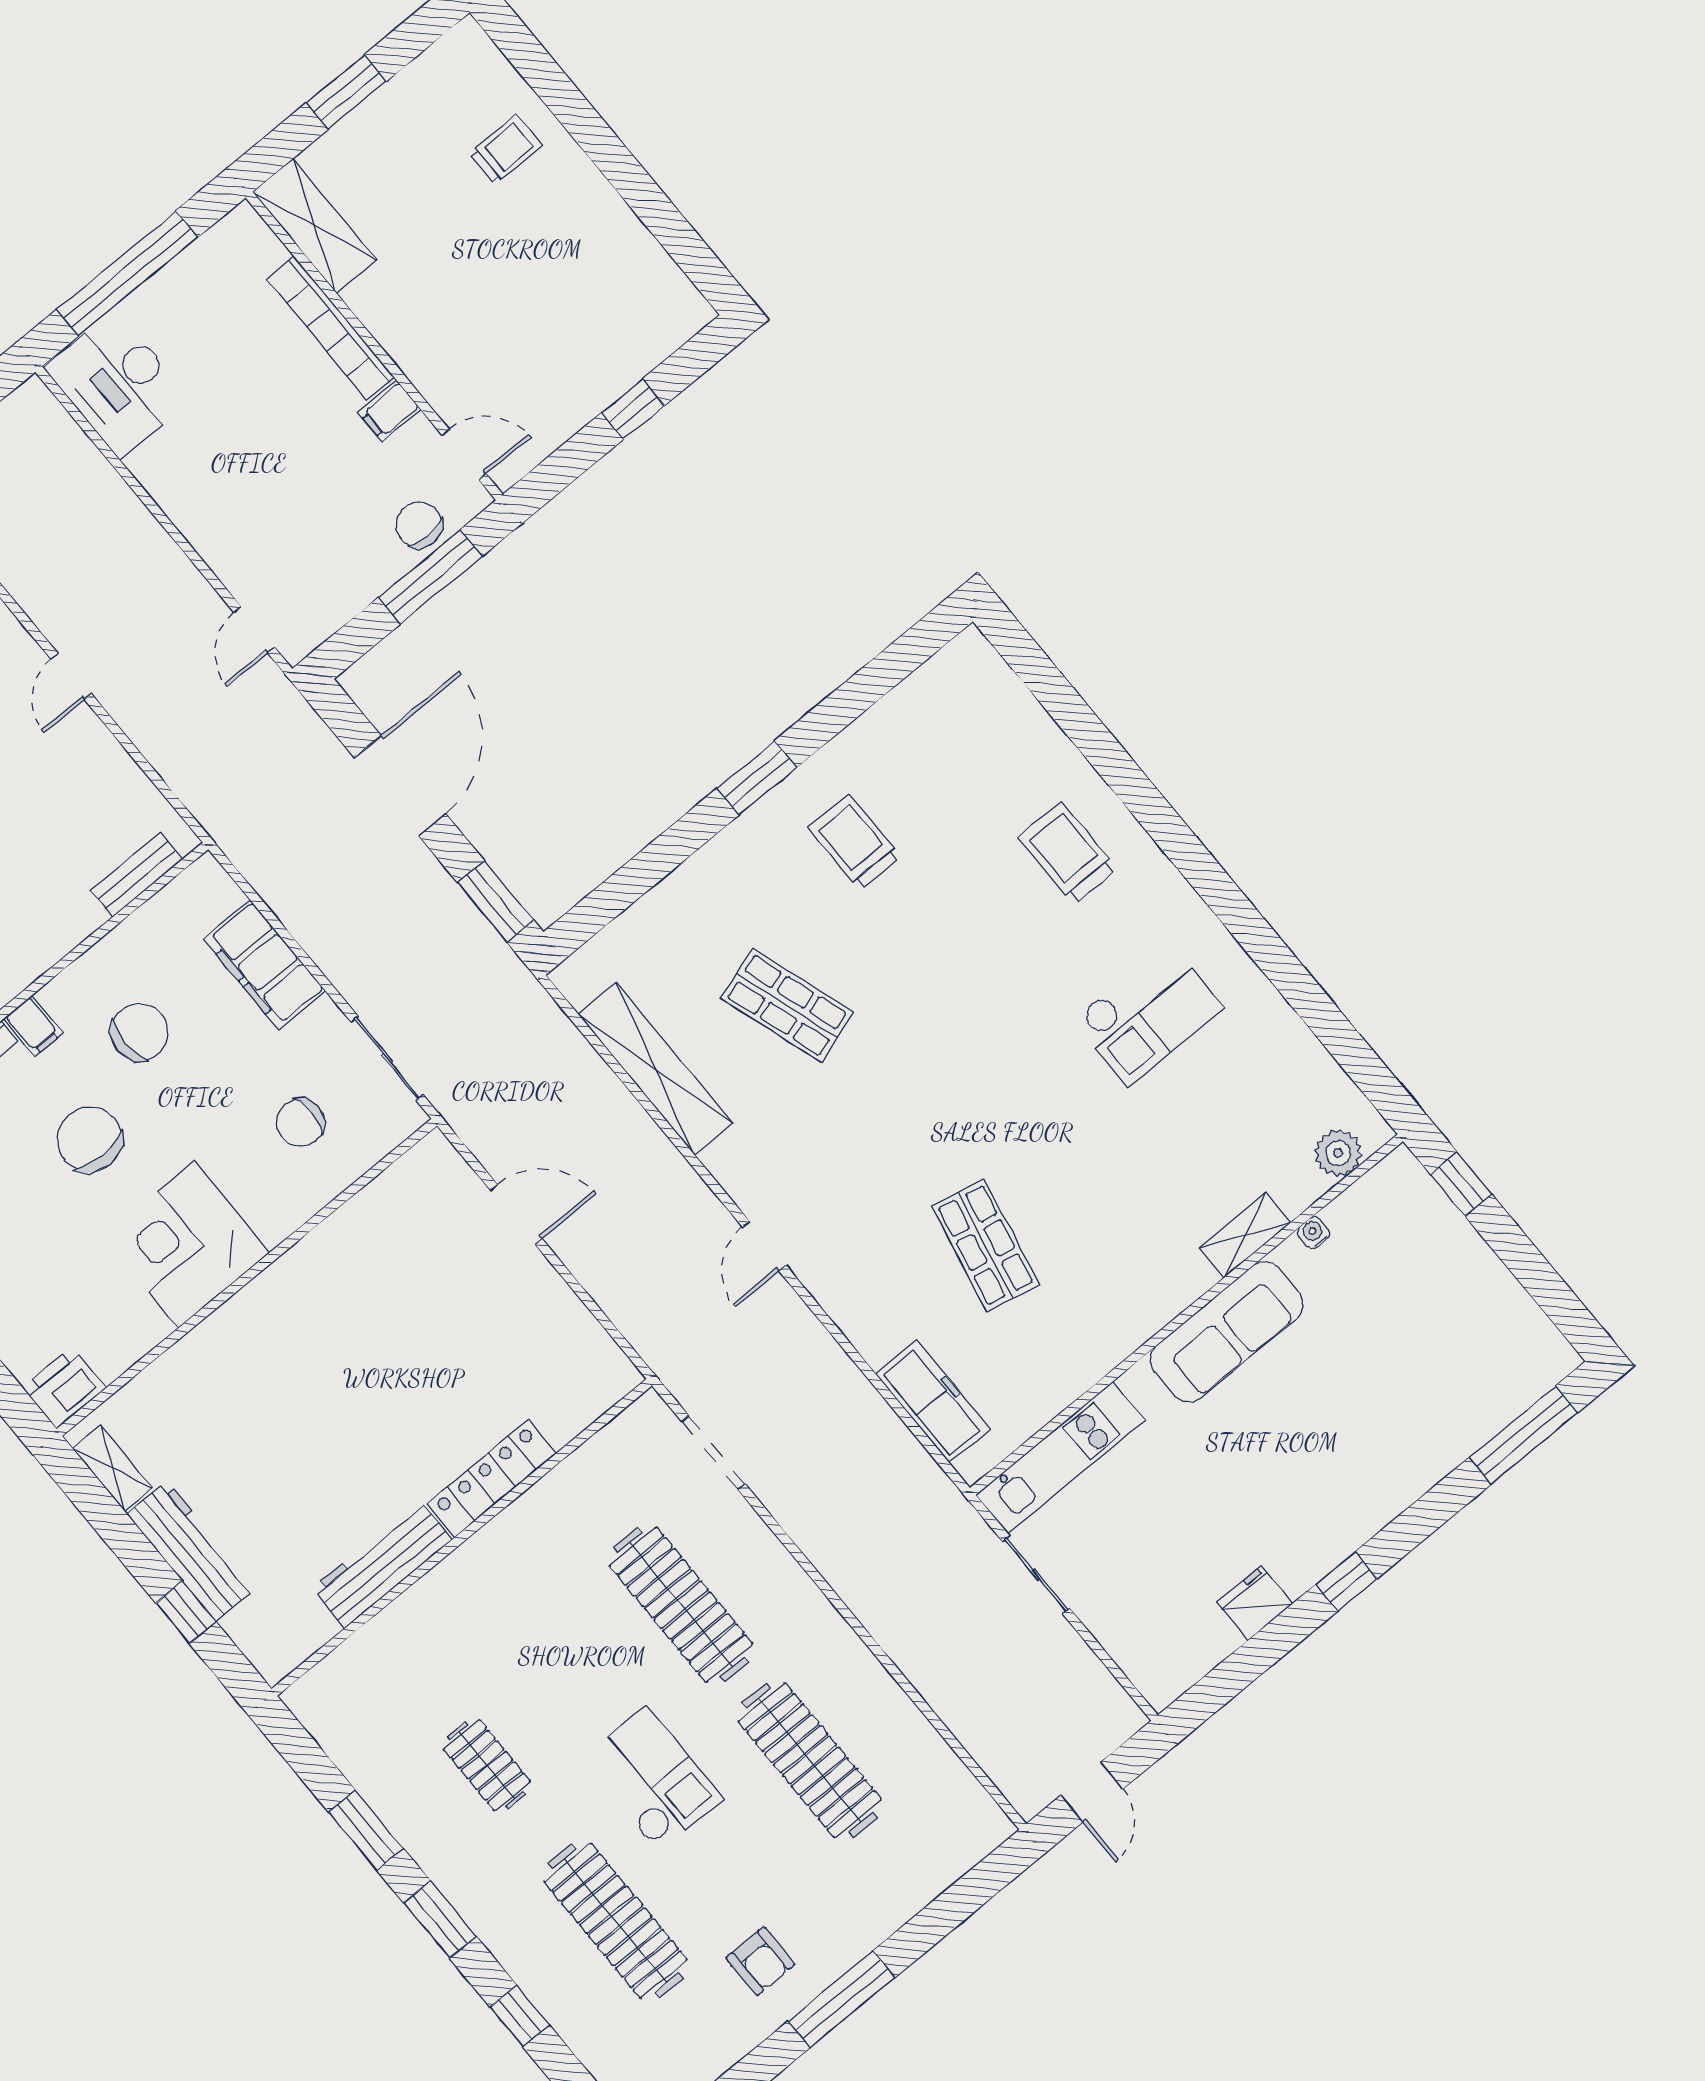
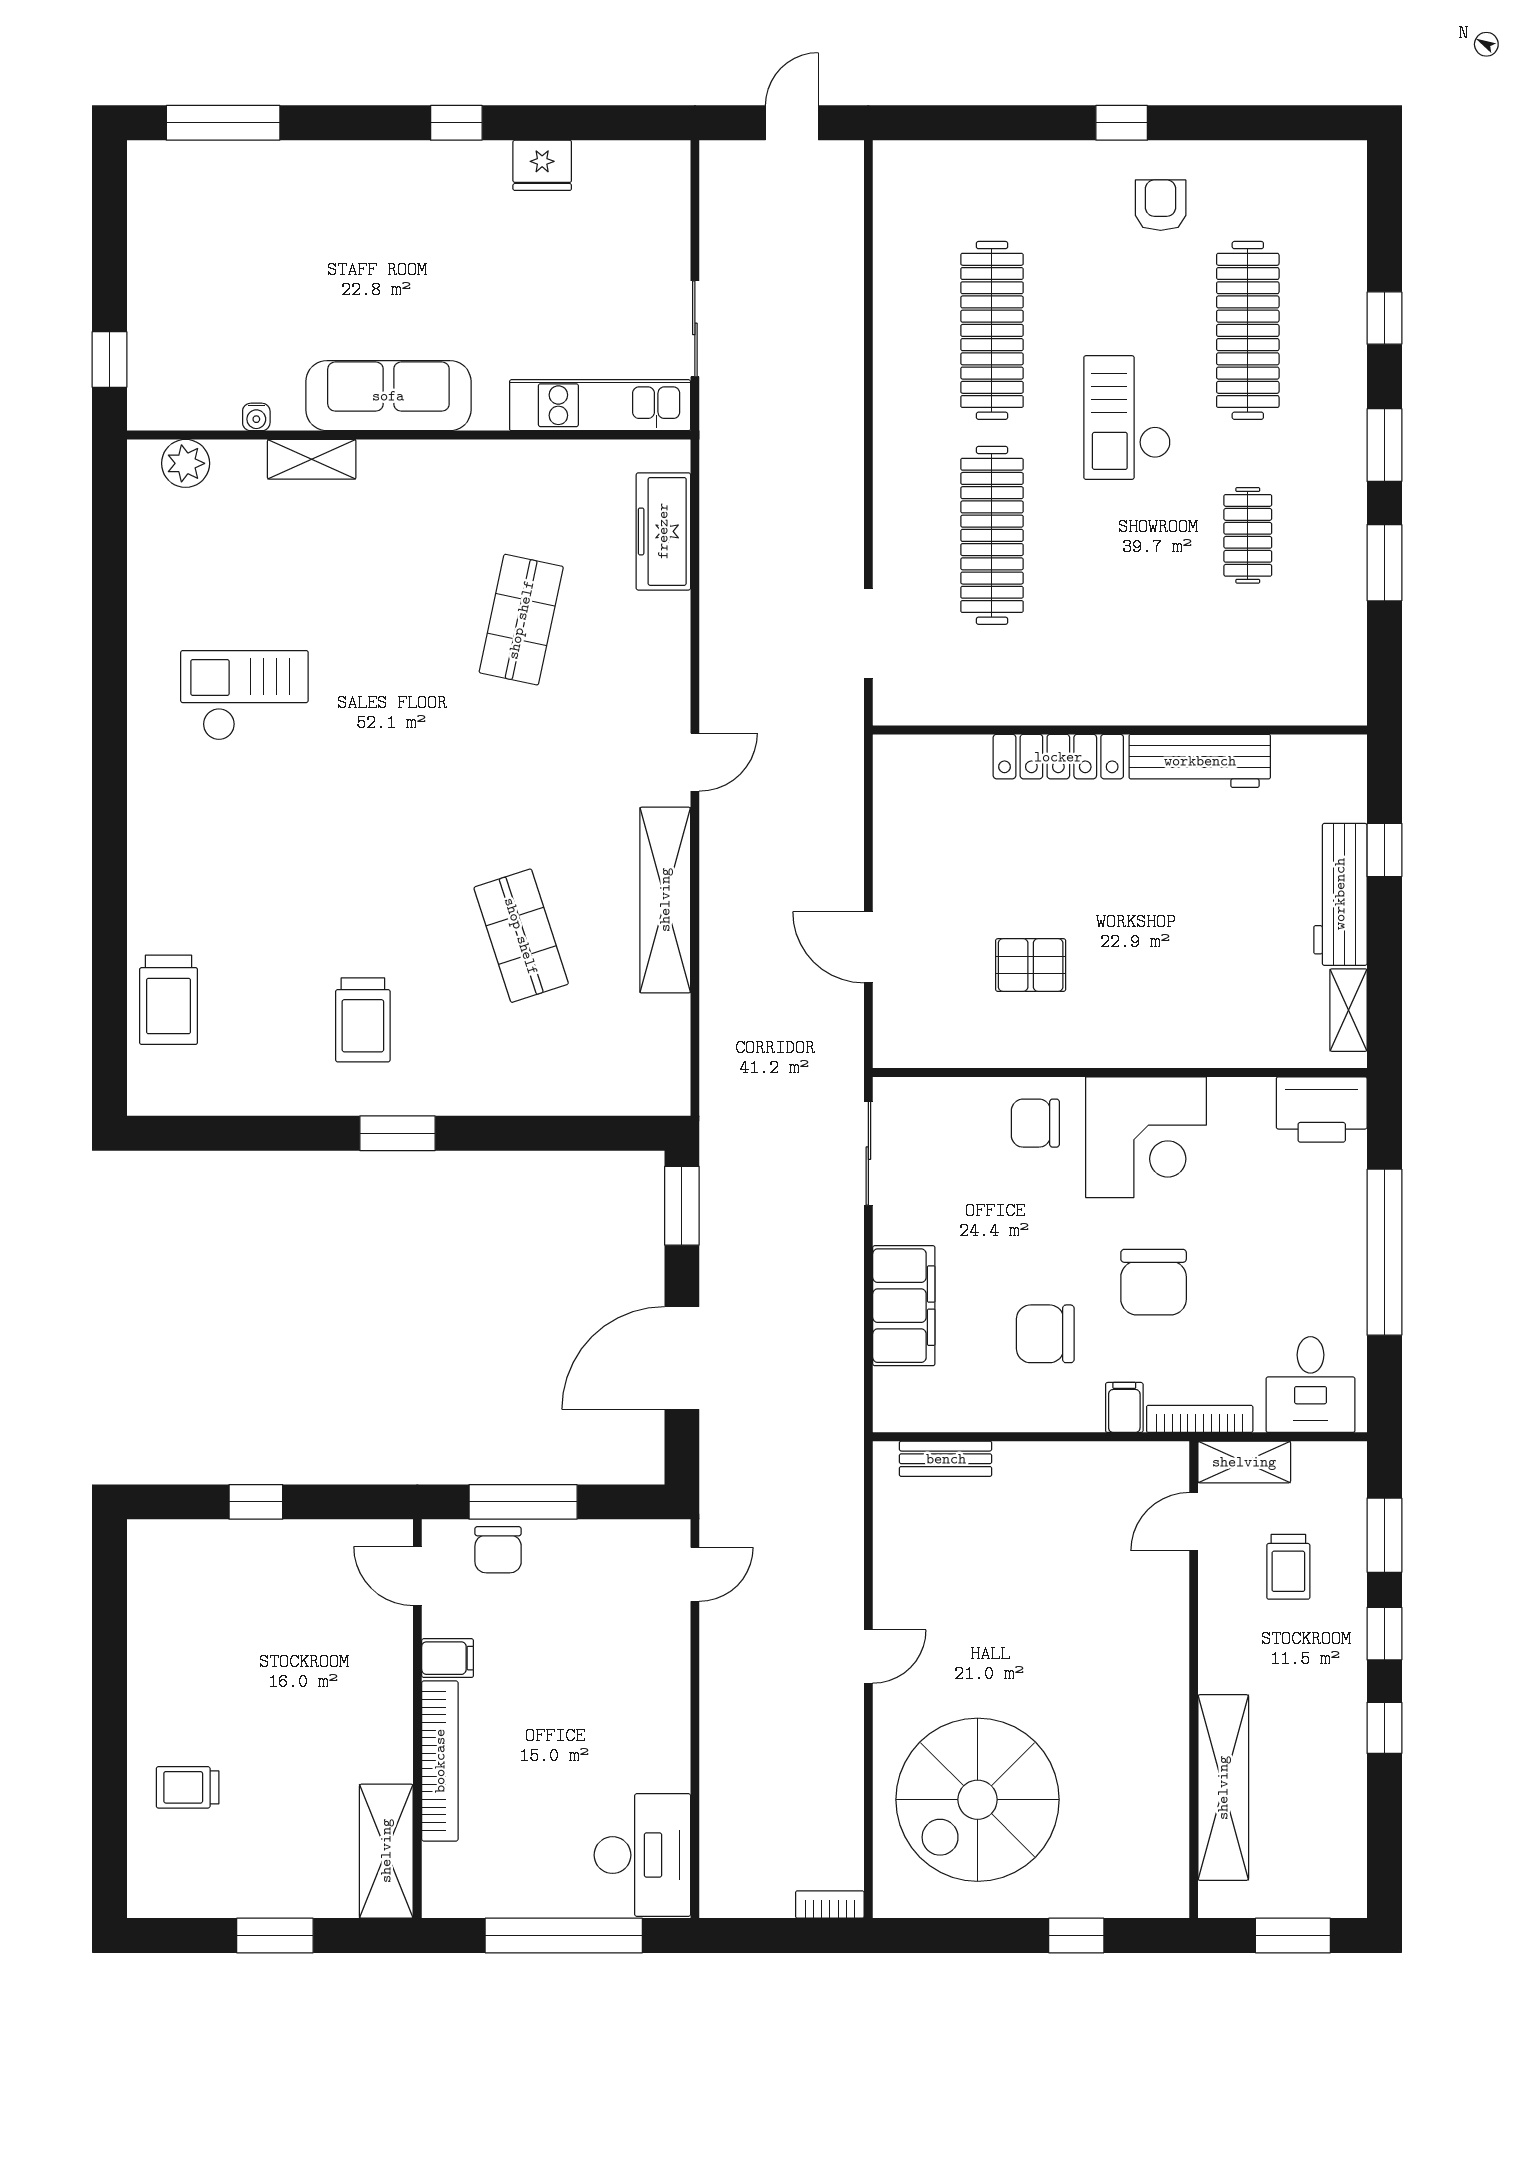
trolley: (1067, 853) -> (169, 1000), moved
shelving: (655, 1069) -> (665, 900), moved
chair: (300, 1123) -> (1035, 1123), moved, turned 180
pallet: (382, 1303) -> (1031, 965), added
printer: (64, 1388) -> (1322, 1109), width x1.37, depth x1.19
window: (842, 1999) -> (1122, 123), width x0.46

